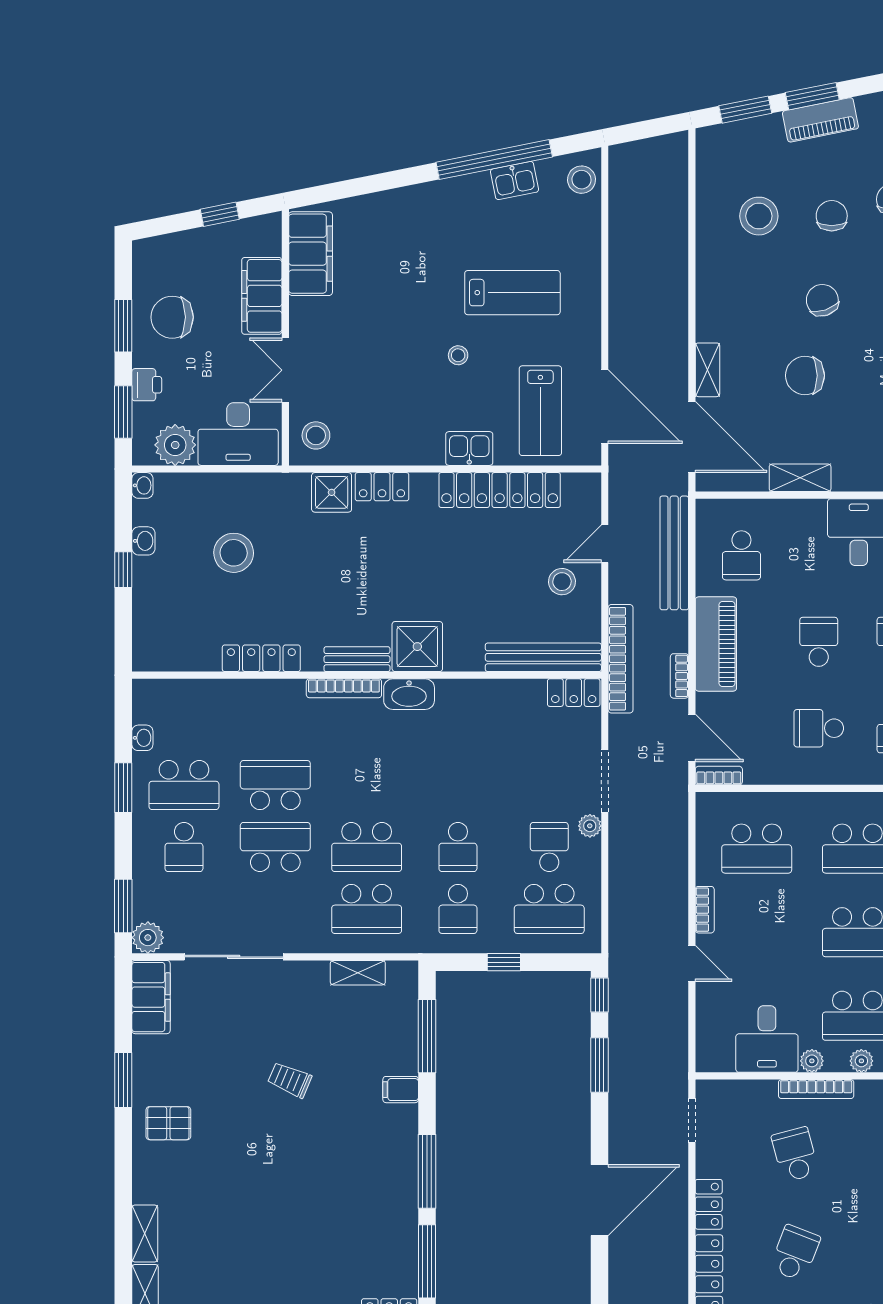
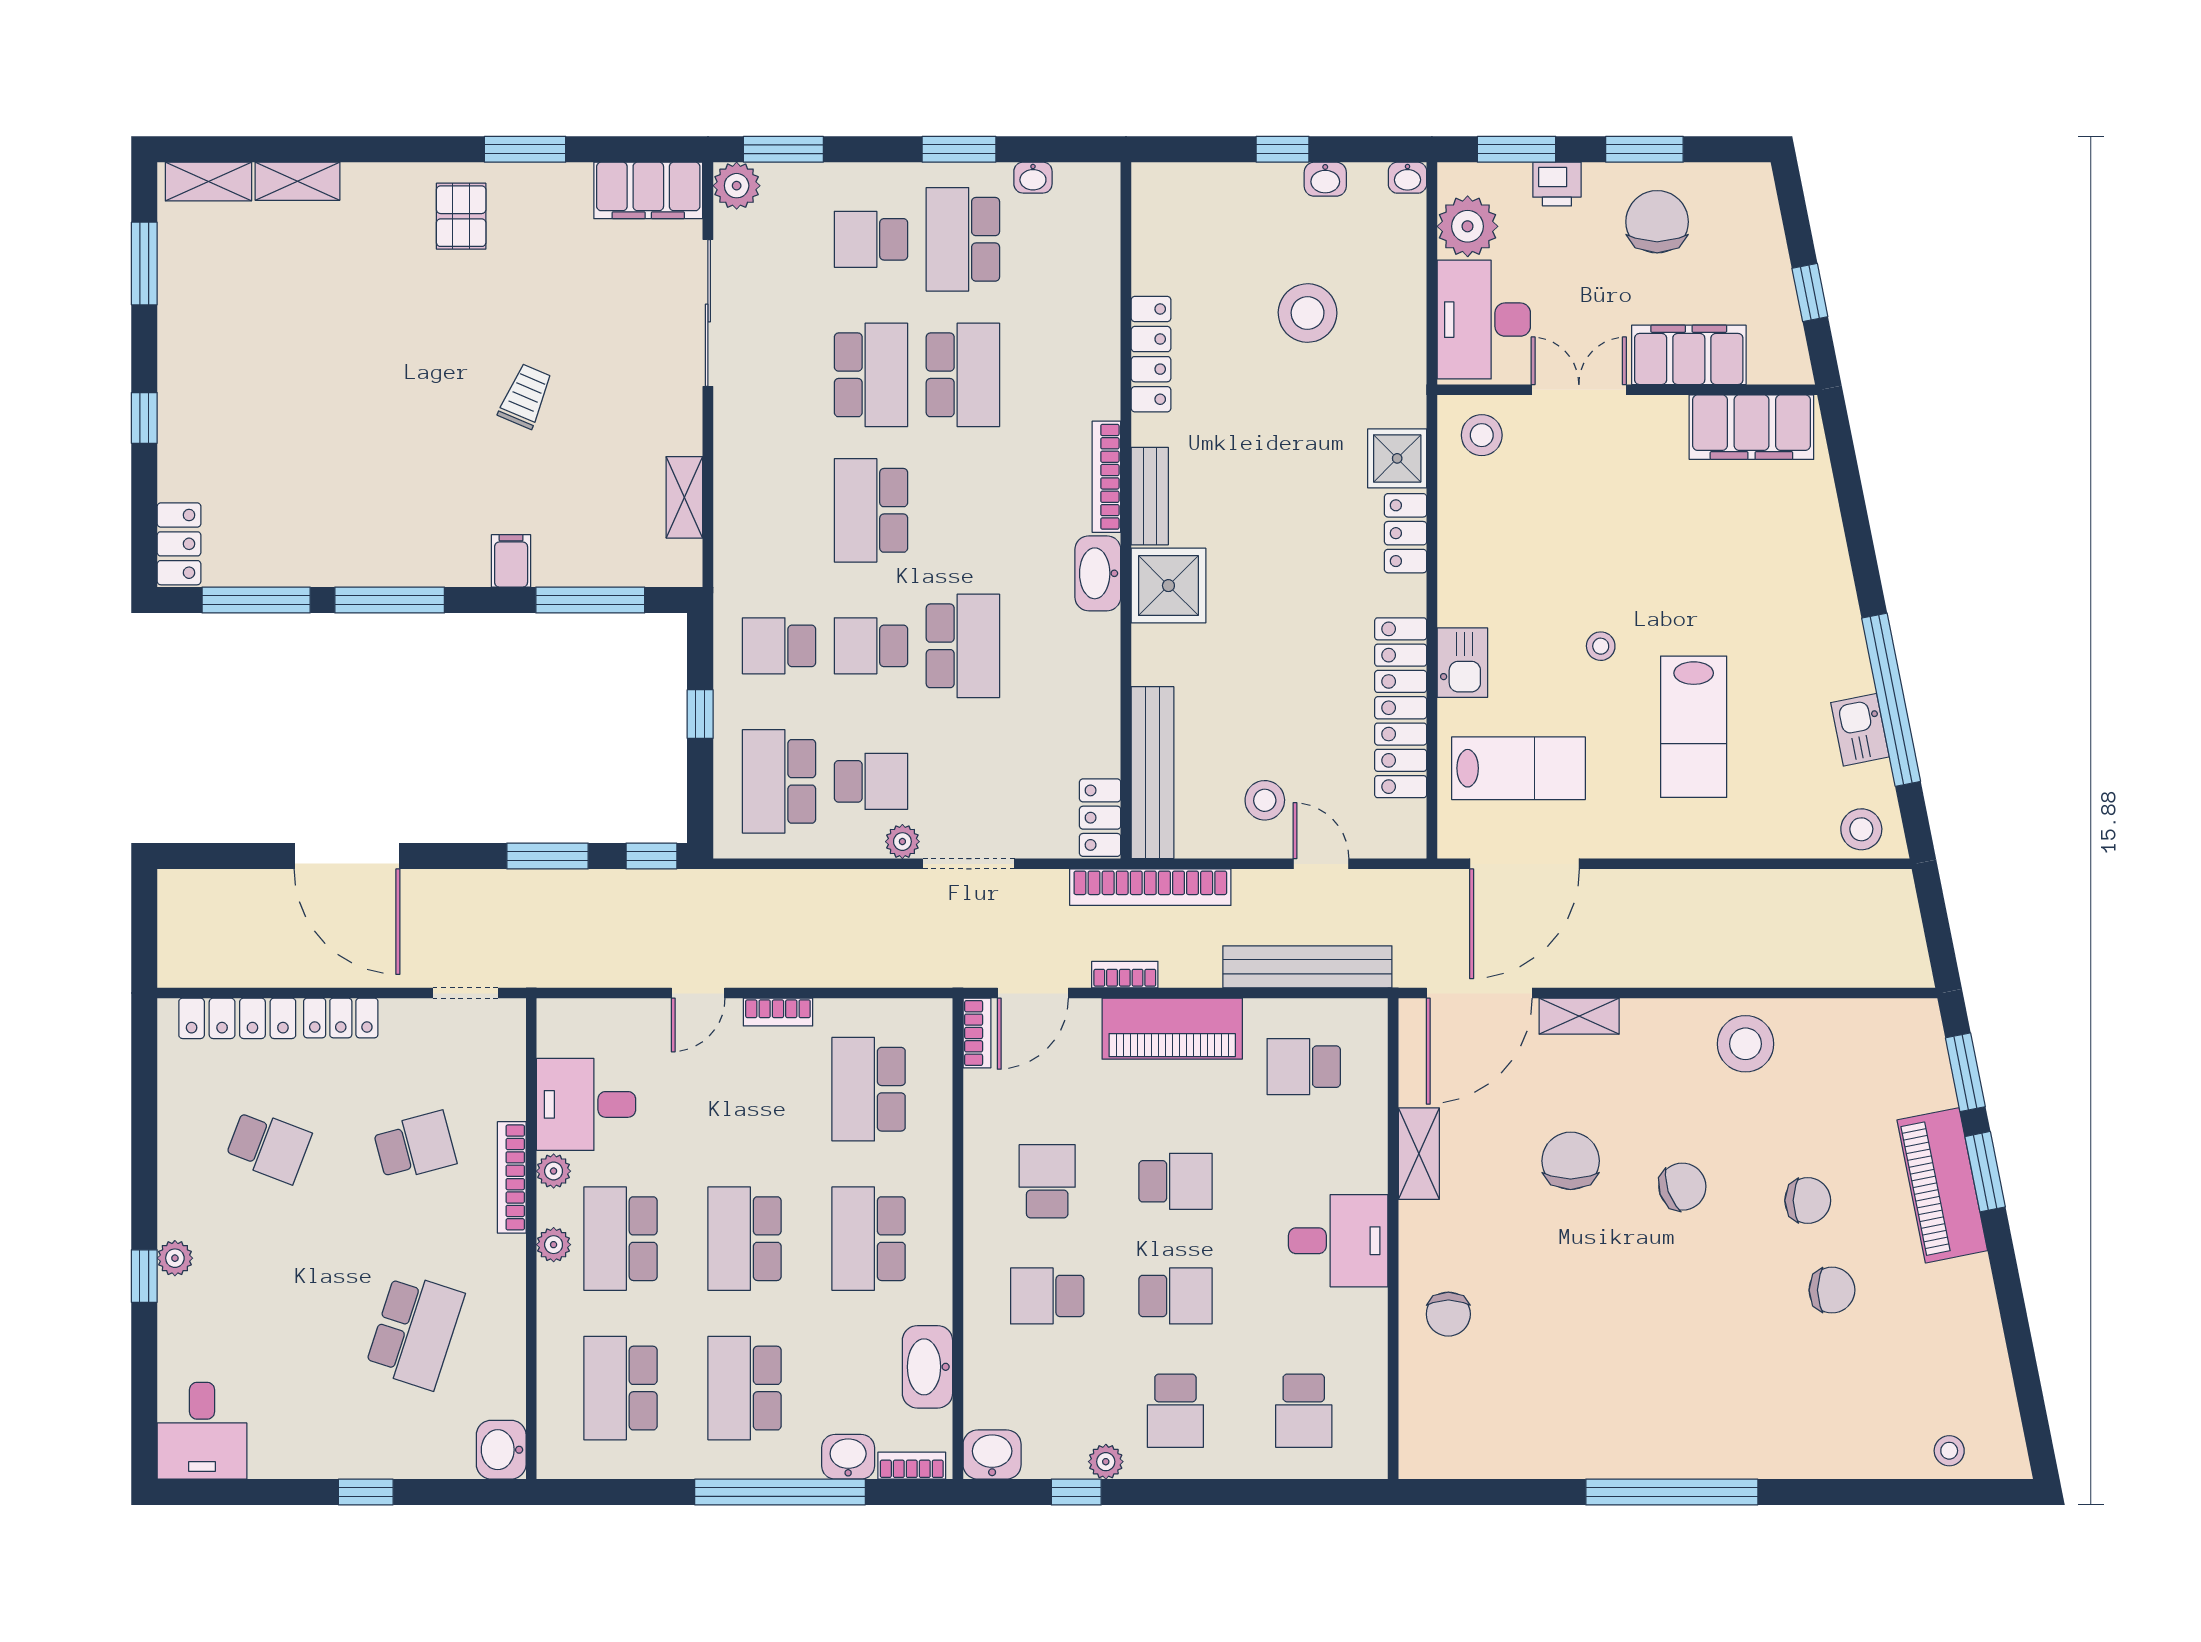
piano: (820, 120) -> (1942, 1185), width x1.37, depth x1.33
stool: (759, 216) -> (1746, 1044), moved
lab bench: (540, 411) -> (1518, 768), turned 180
school desk: (367, 909) -> (963, 646), moved, turned 180

